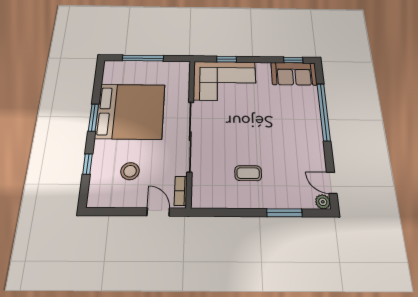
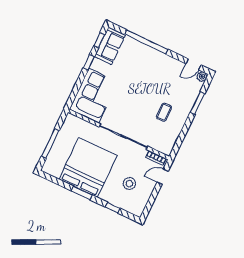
window: (227, 59) -> (89, 62), moved

